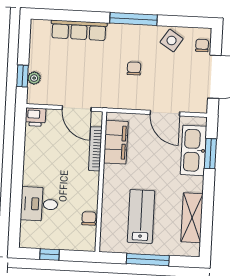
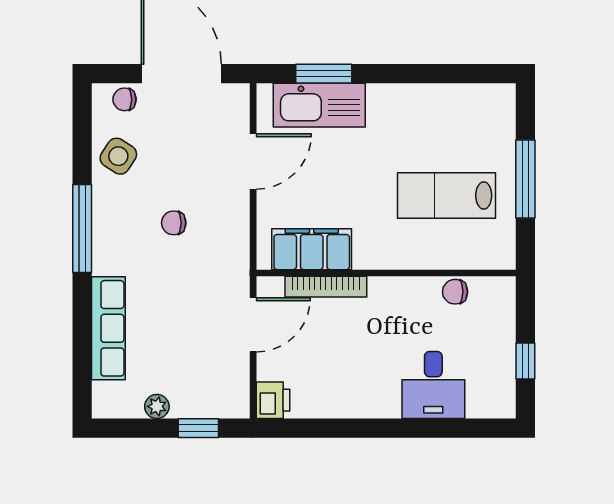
plant: (34, 78) -> (157, 406), moved
shelving: (192, 218) -> (444, 101), removed

